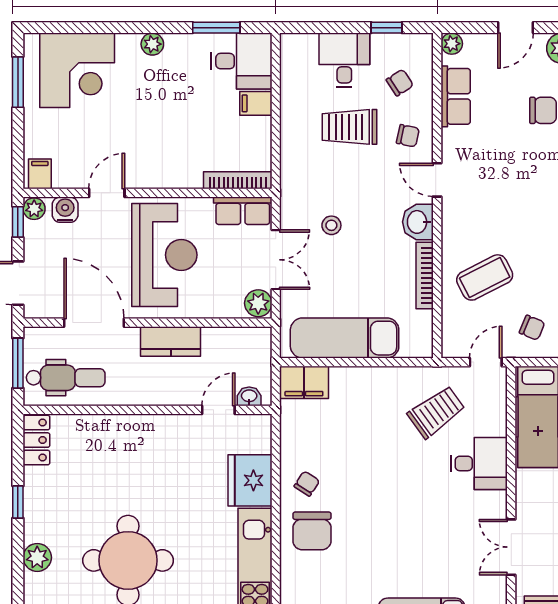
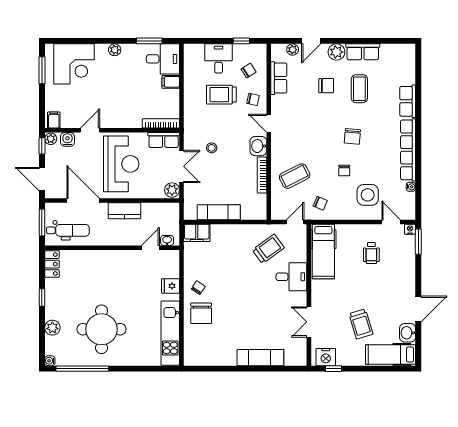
plant: (452, 44) -> (293, 50), moved
exam couch: (345, 338) -> (219, 212), width x0.73, depth x0.69
fridge: (250, 480) -> (171, 286), width x0.53, depth x0.75

